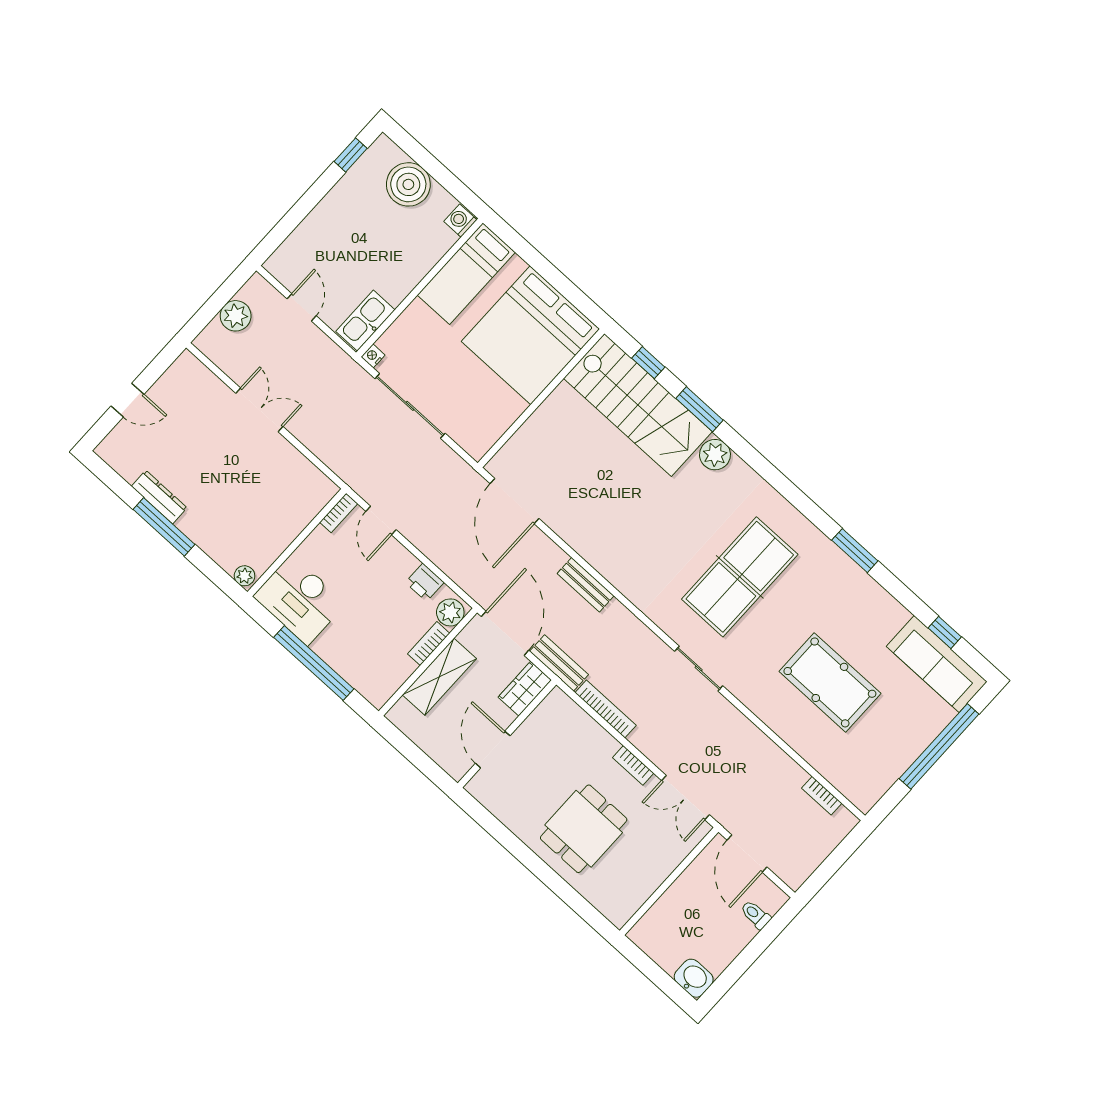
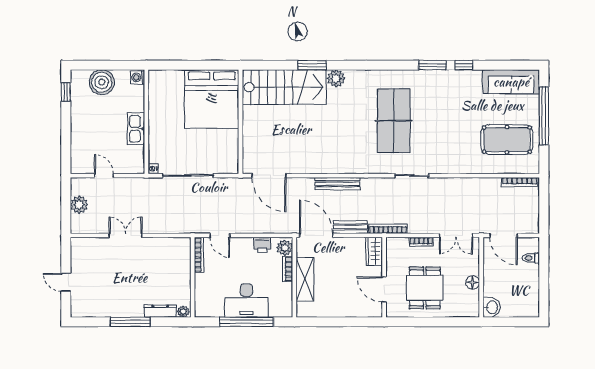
bed: (466, 274) -> (161, 98), removed
kitchen sink: (365, 321) -> (136, 129), moved
window: (648, 363) -> (272, 65), removed
door: (127, 400) -> (66, 282), swing flipped
dresser: (159, 497) -> (160, 311), moved
bookcase: (339, 513) -> (199, 255), width x1.56
bench: (586, 585) -> (337, 184), width x1.36
desk: (300, 600) -> (246, 300), moved
window: (945, 632) -> (464, 65), moved
pool table: (830, 682) -> (507, 140), moved
wardrobe: (525, 689) -> (374, 251), moved
wall: (507, 734) -> (384, 277), moved
door: (493, 750) -> (384, 289), moved
bookcase: (822, 796) -> (520, 182), width x1.56
floor lamp: (652, 878) -> (473, 282), added
washbasin: (694, 978) -> (492, 307), moved, turned 90

